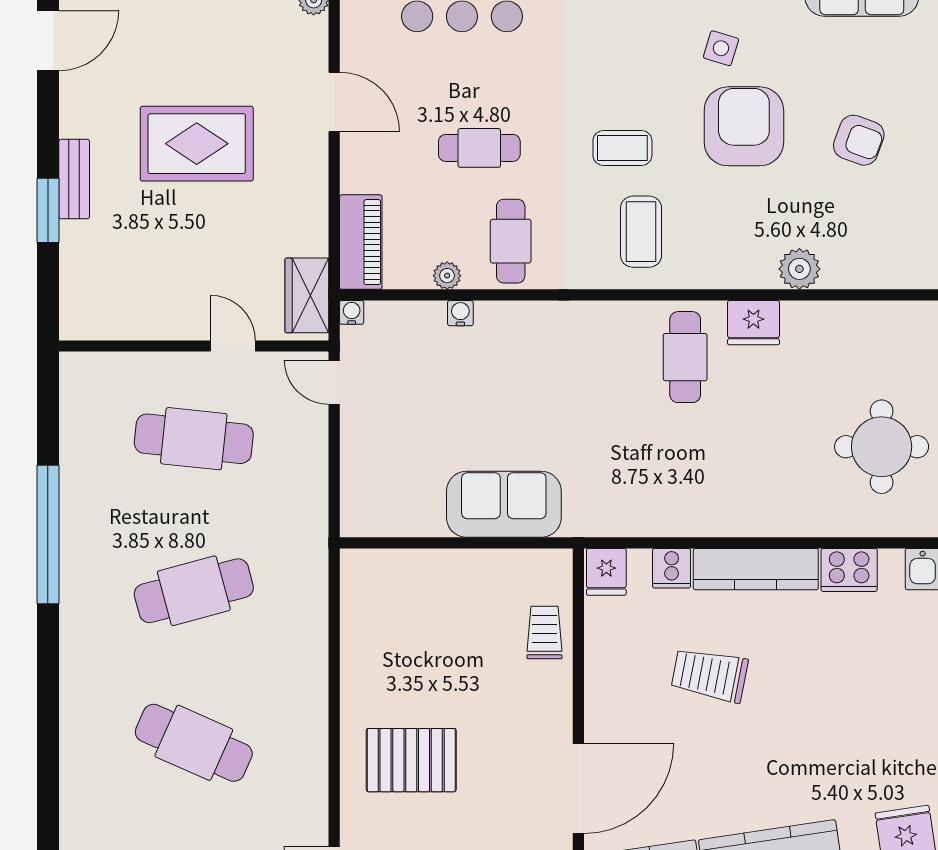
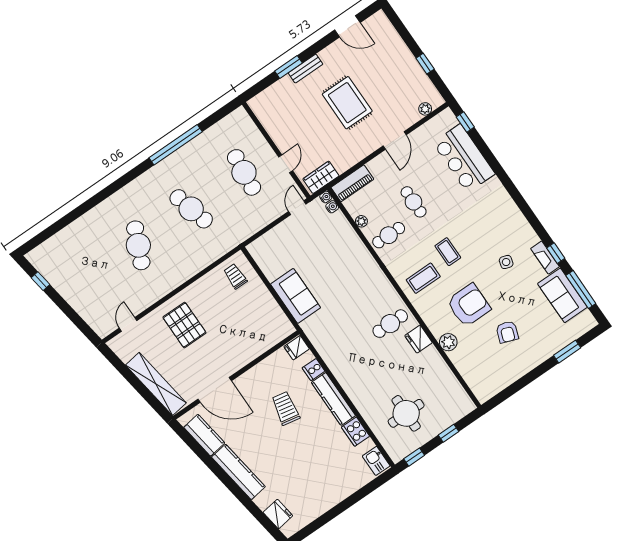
armchair: (744, 126) -> (469, 305), moved
water cooler: (460, 313) -> (332, 207), moved
trolley: (544, 632) -> (235, 276), moved, turned -90

